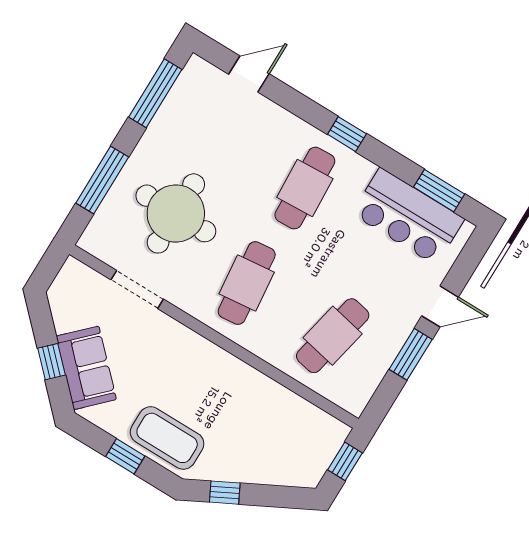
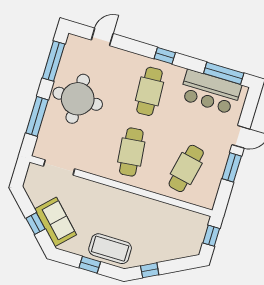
window: (439, 191) -> (224, 73), width x1.44
round table: (176, 213) -> (78, 99), moved
doorway: (137, 289) -> (59, 168), moved

